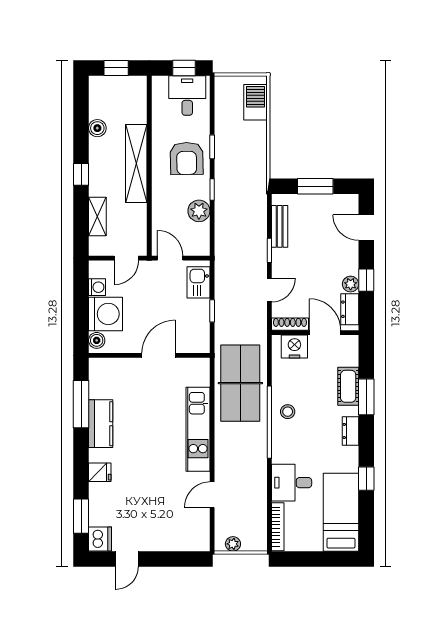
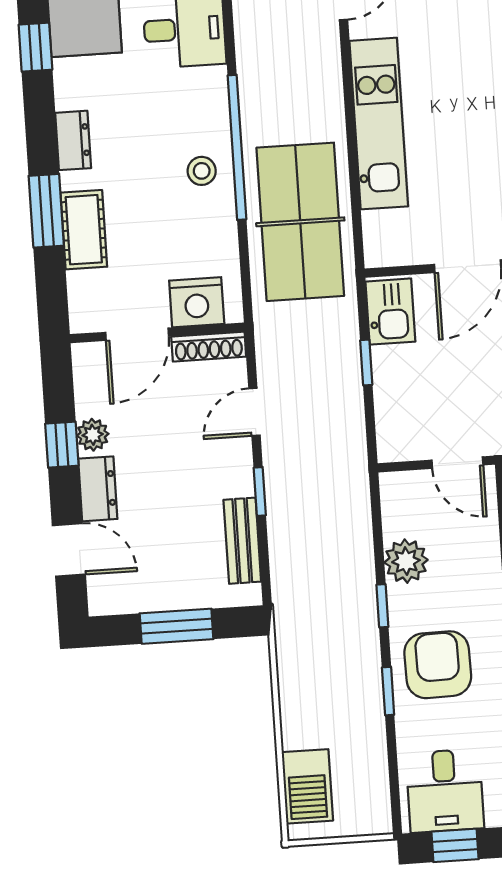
kitchen sink: (198, 282) -> (390, 312), moved
dresser: (350, 309) -> (98, 489), moved
door: (325, 333) -> (137, 334), hinge flipped

